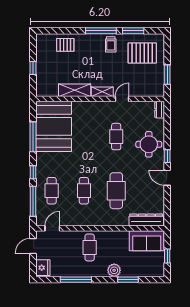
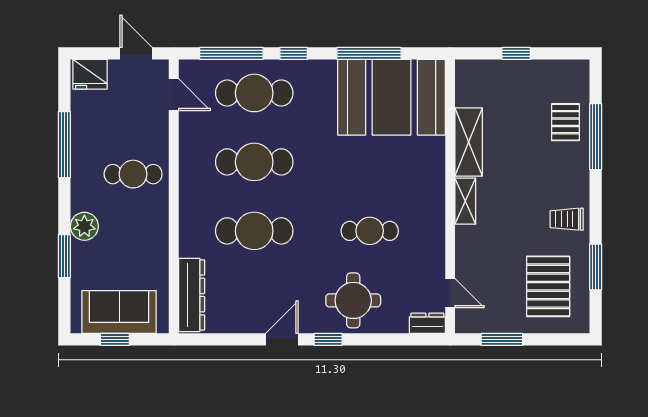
window: (101, 31) -> (596, 137), moved
door: (122, 99) -> (450, 293), moved
cafe table: (52, 191) -> (254, 93), width x1.37, depth x1.35
cafe table: (84, 191) -> (254, 162), width x1.37, depth x1.35
sofa: (147, 241) -> (119, 312), moved, turned 90

